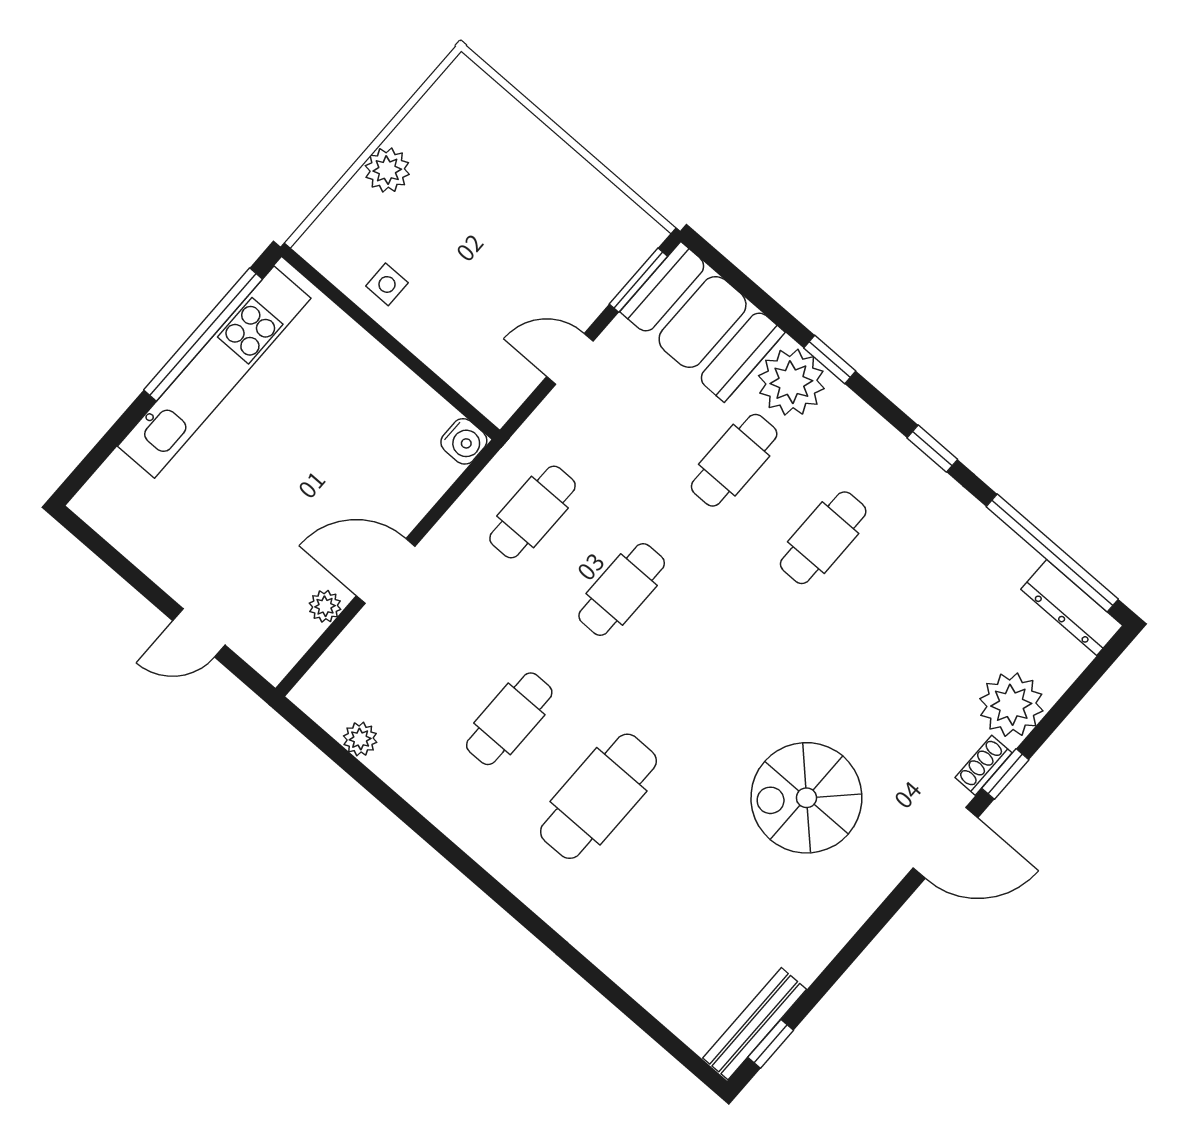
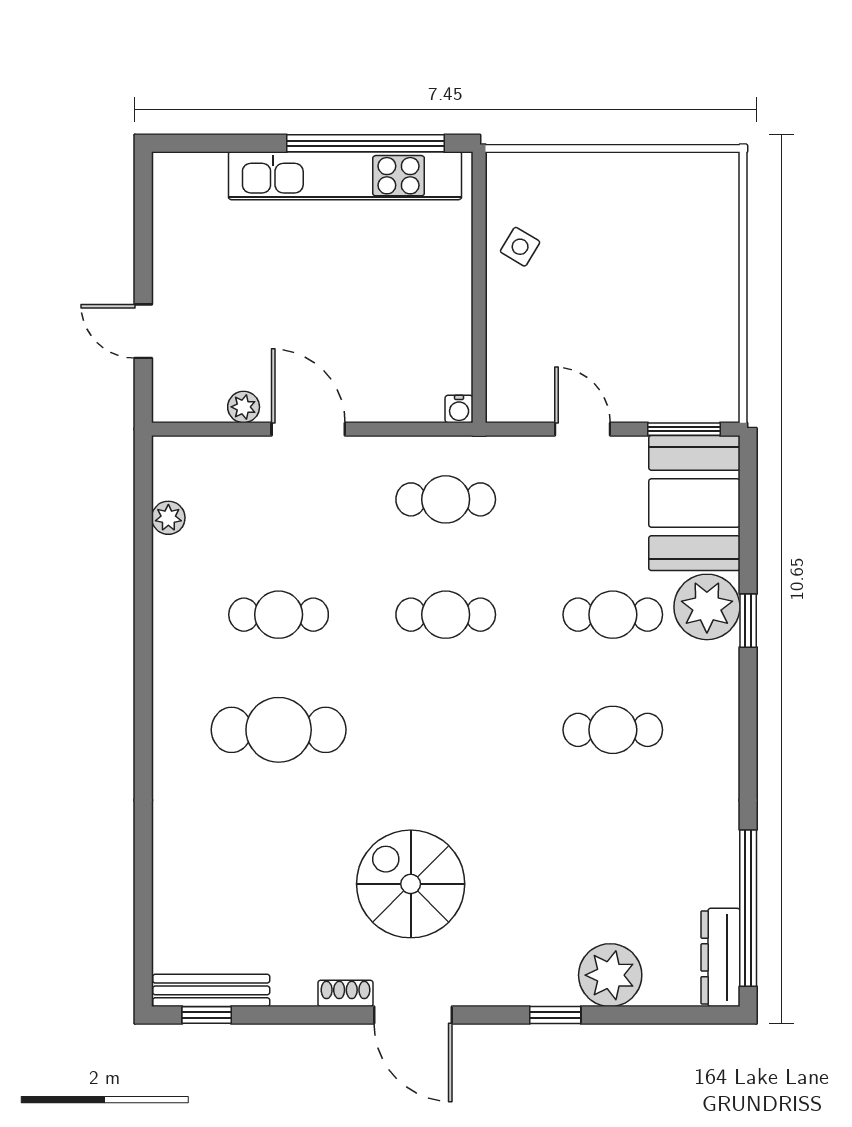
plant: (387, 170) -> (604, 174), removed
side table: (387, 284) -> (520, 247), turned 31
water cooler: (464, 441) -> (459, 409), width x0.72, depth x0.72
window: (932, 449) -> (748, 753), removed
shoe rack: (984, 765) -> (345, 993), moved
door: (945, 843) -> (413, 1015), moved

